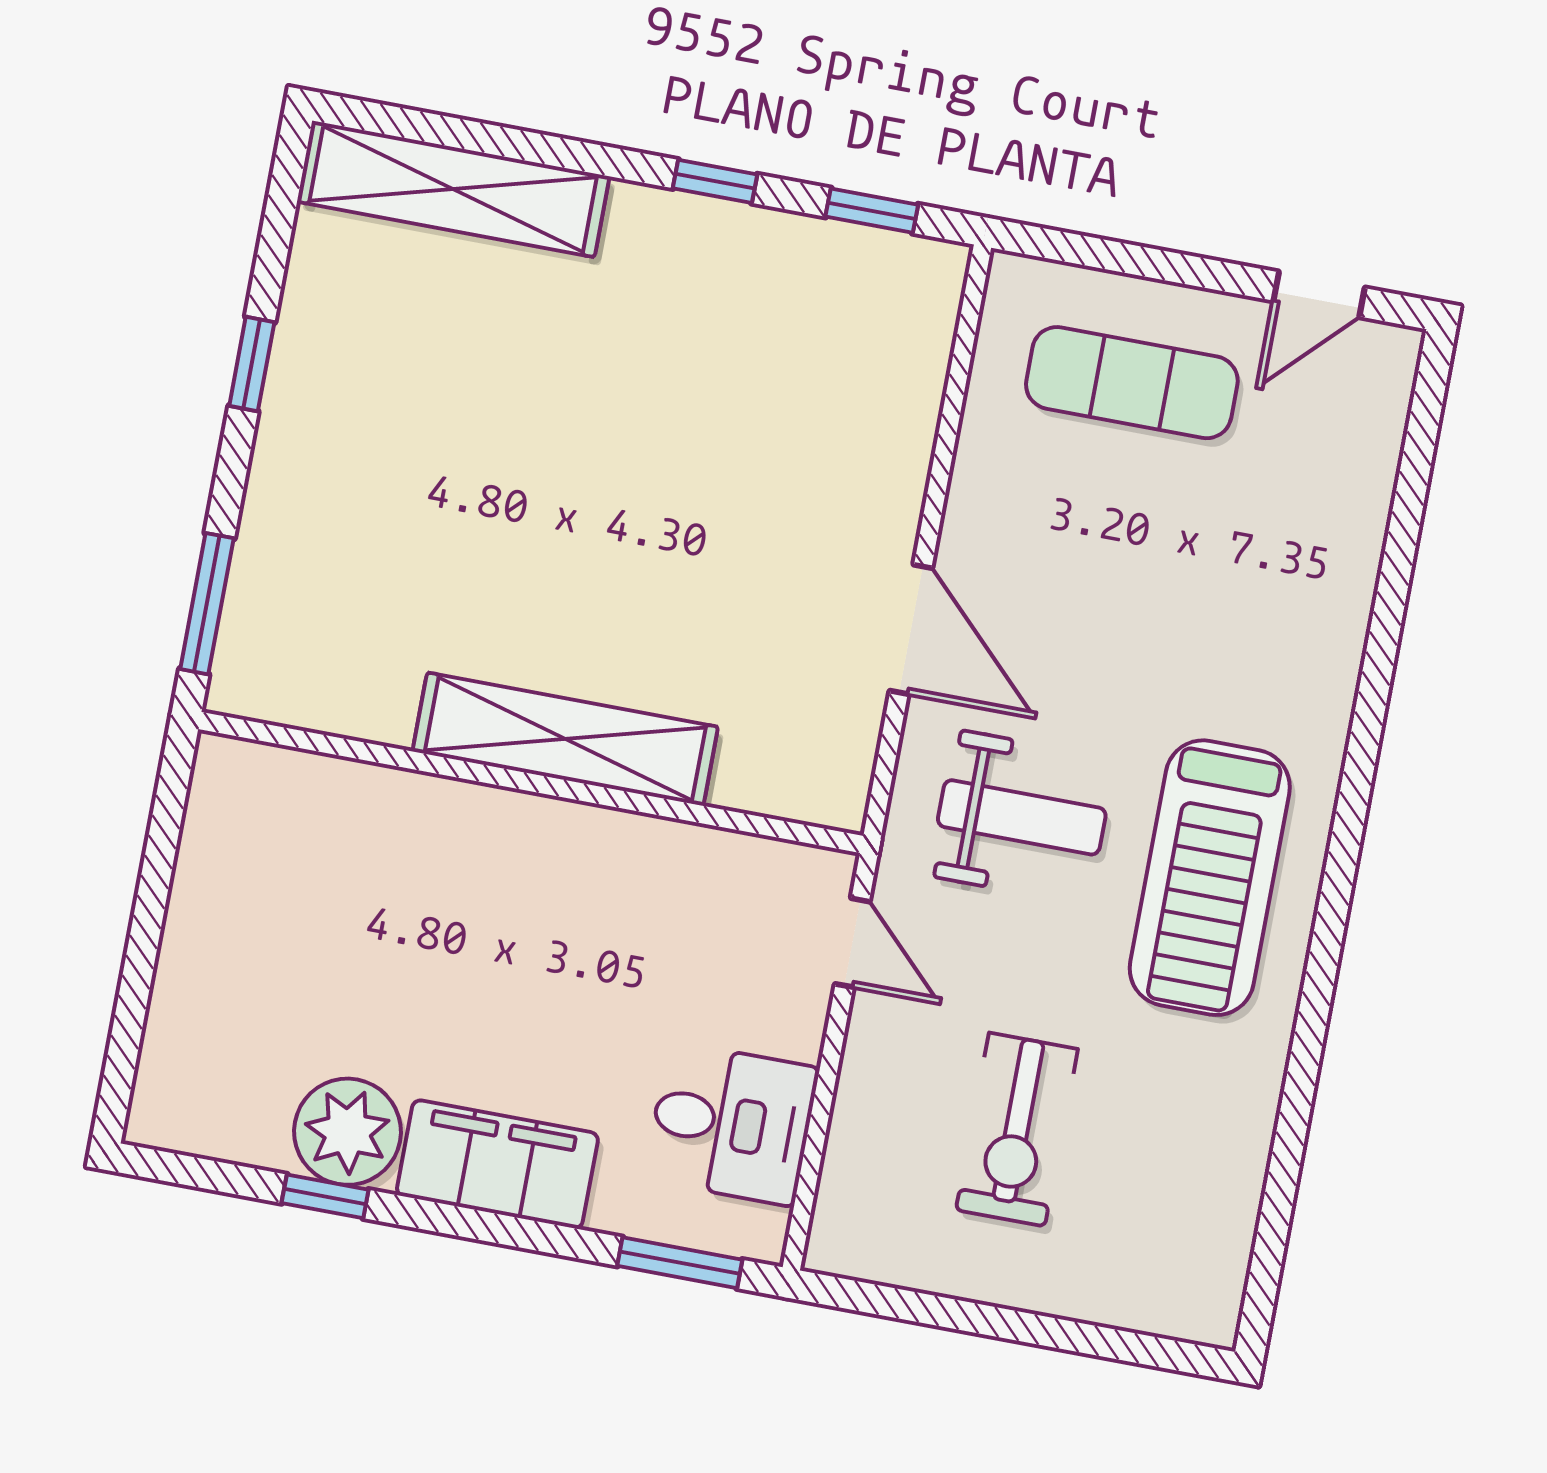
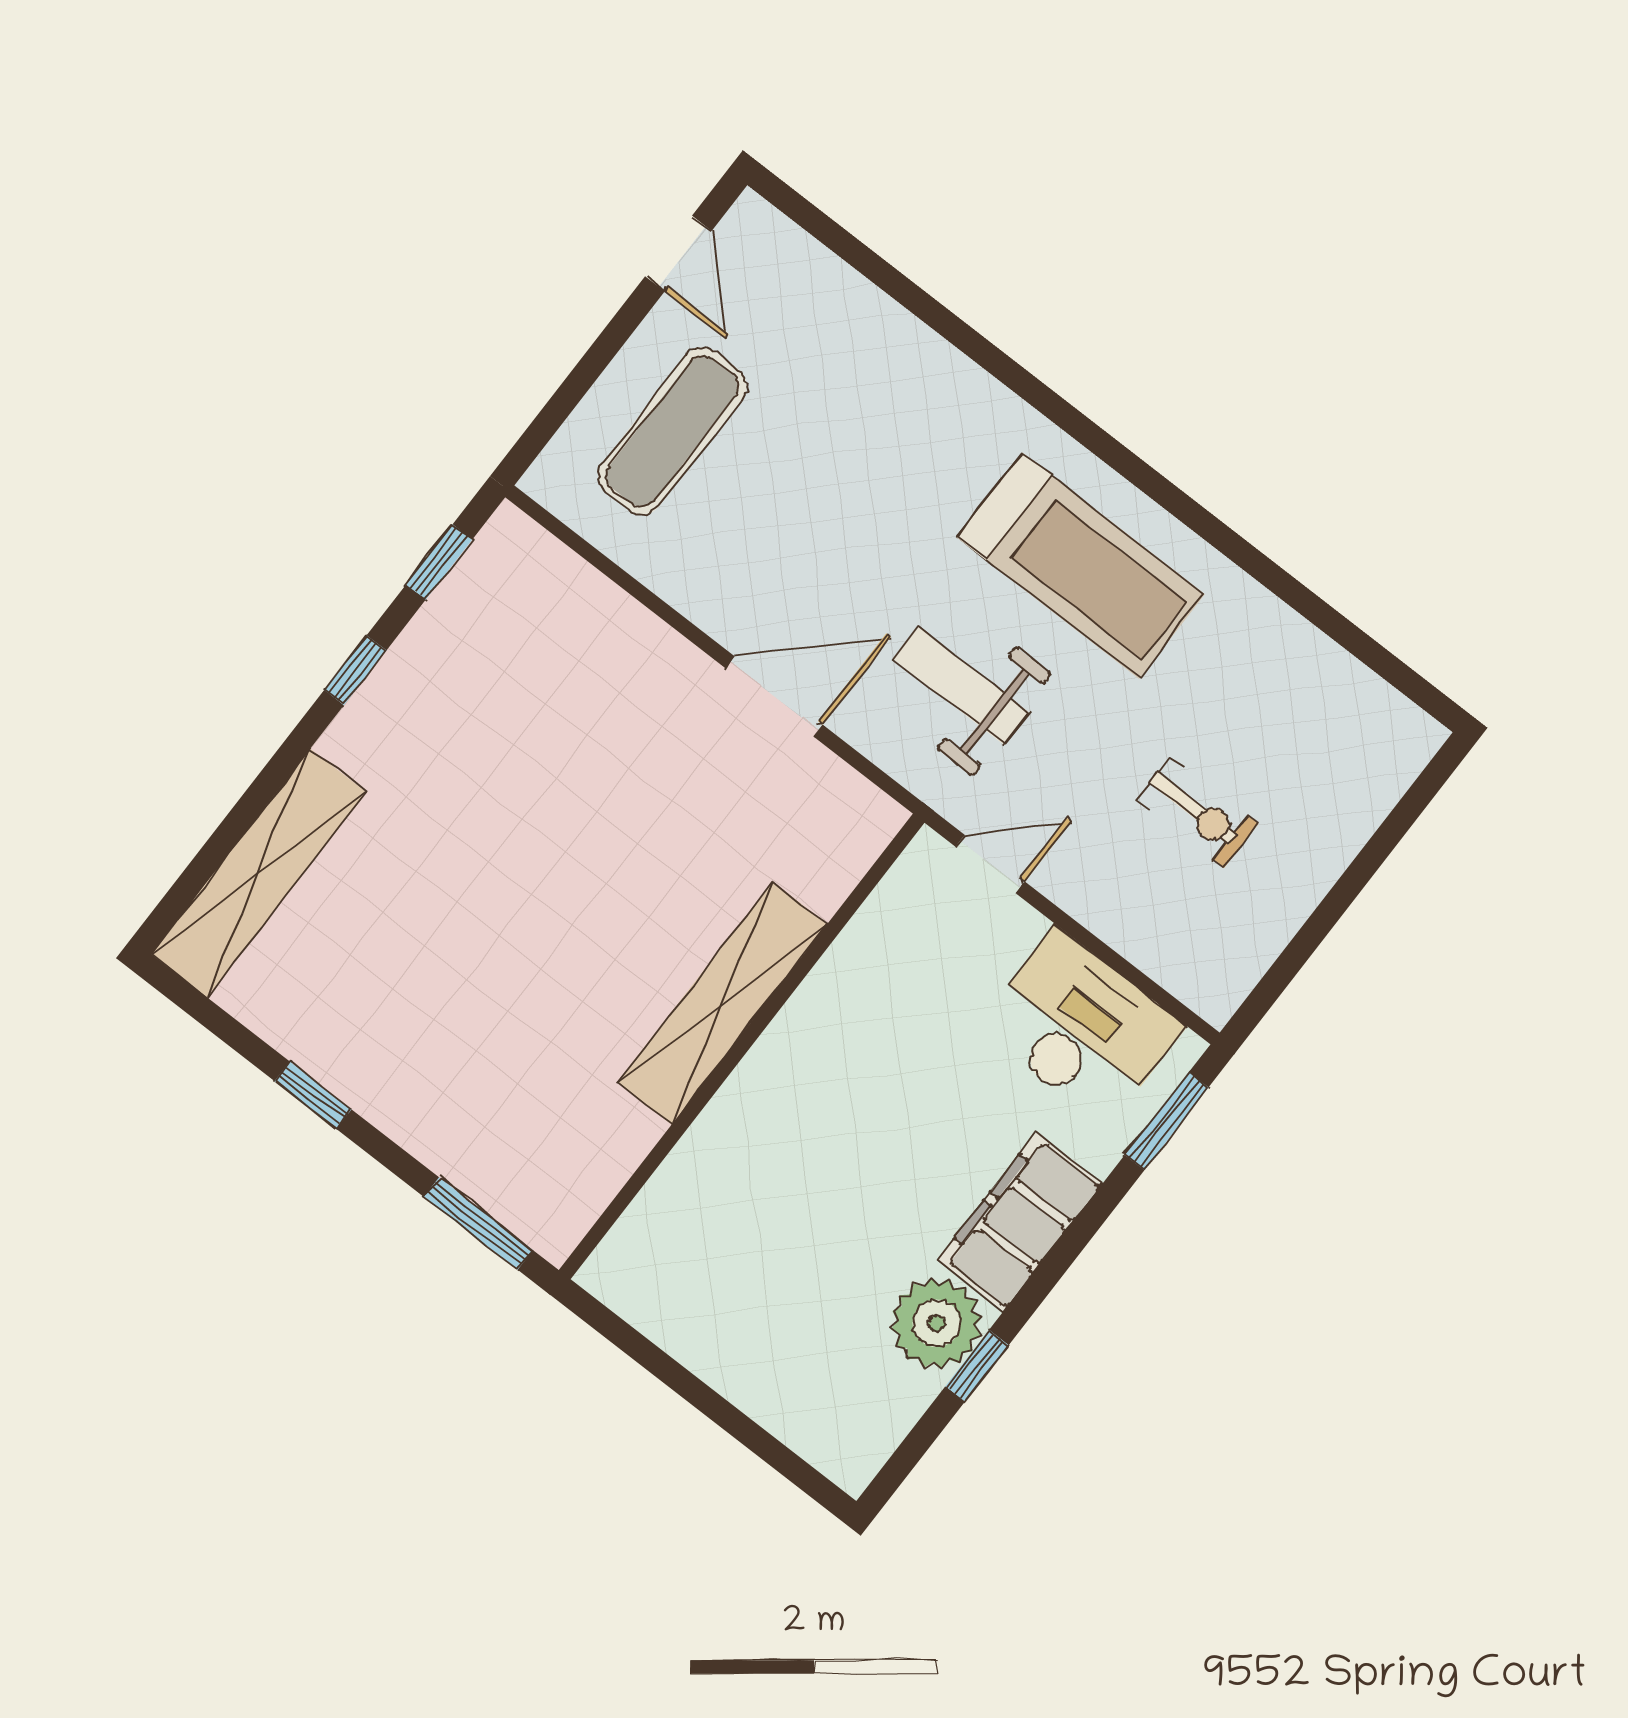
weight bench: (1022, 817) -> (961, 686), turned -90
desk: (732, 1124) -> (1081, 1027), width x1.37
exercise bike: (1017, 1129) -> (1197, 812), width x0.73, depth x0.72

